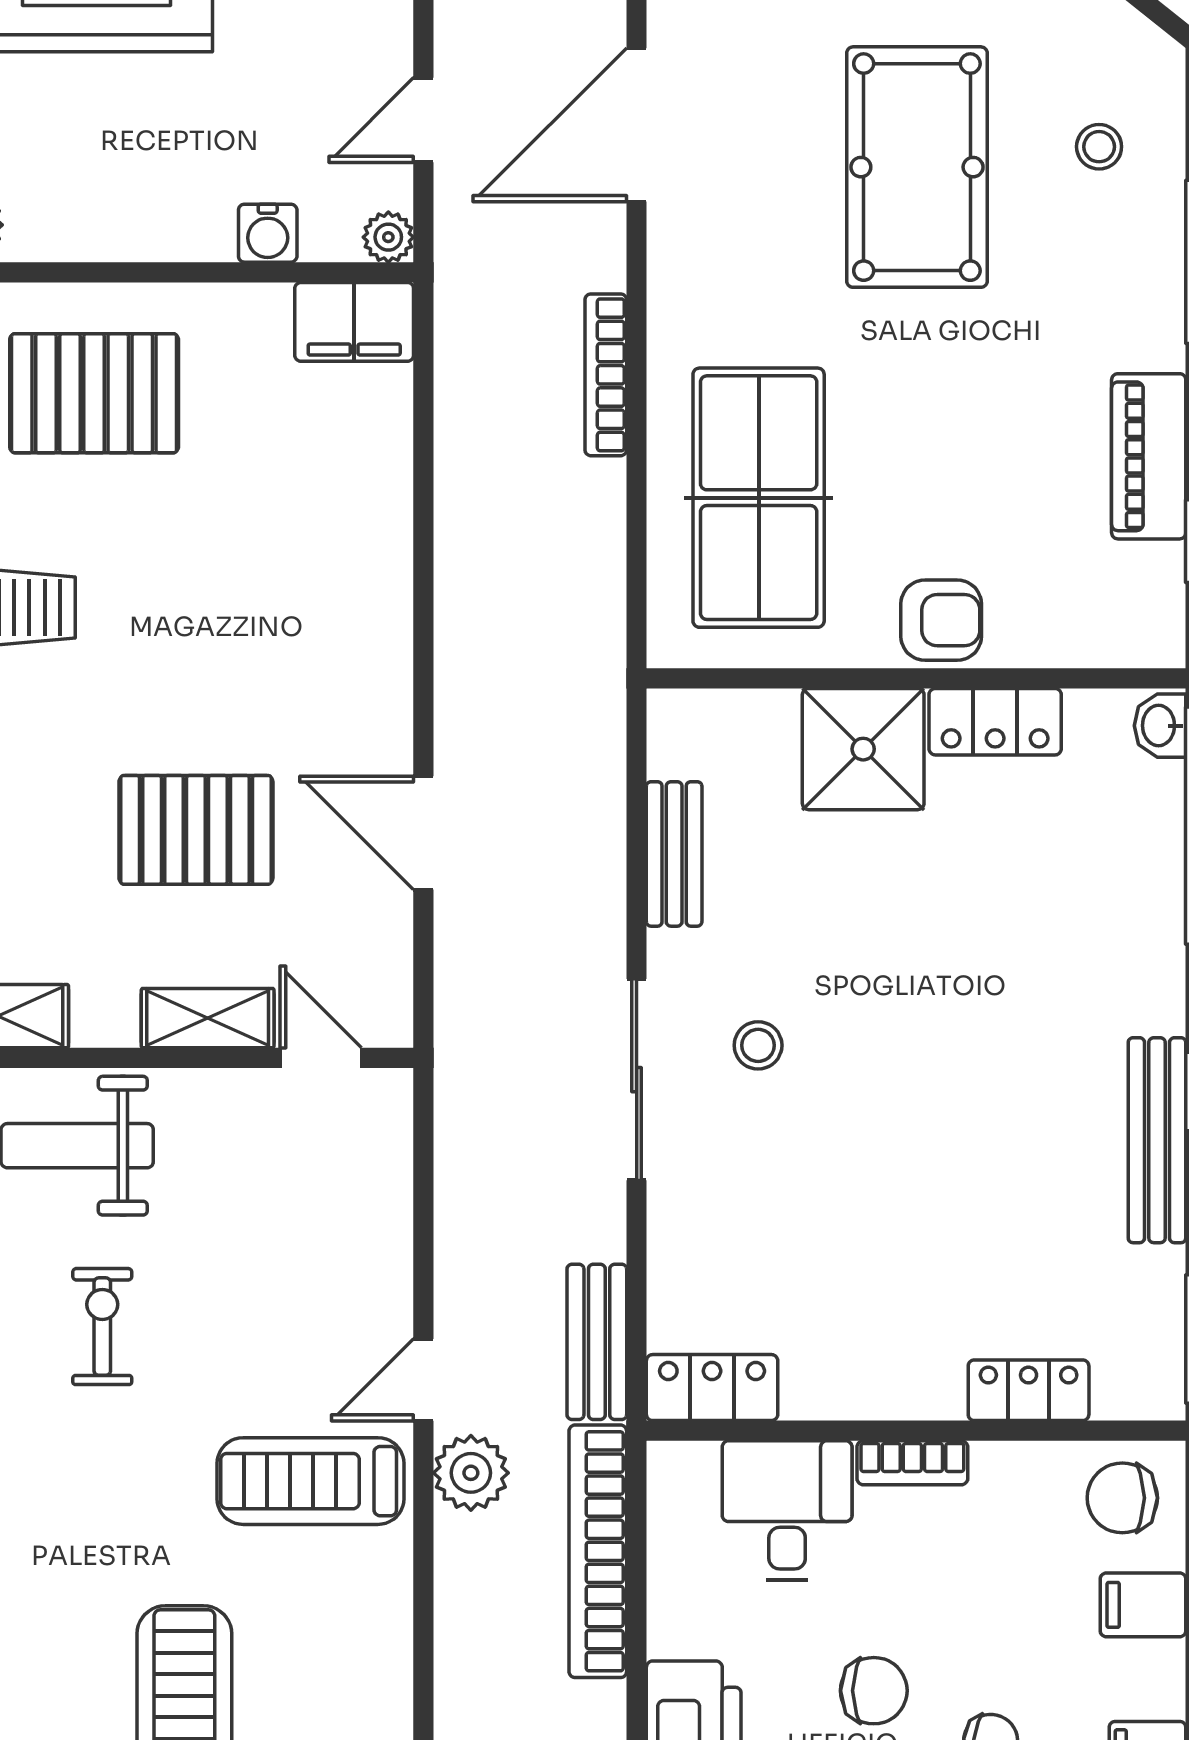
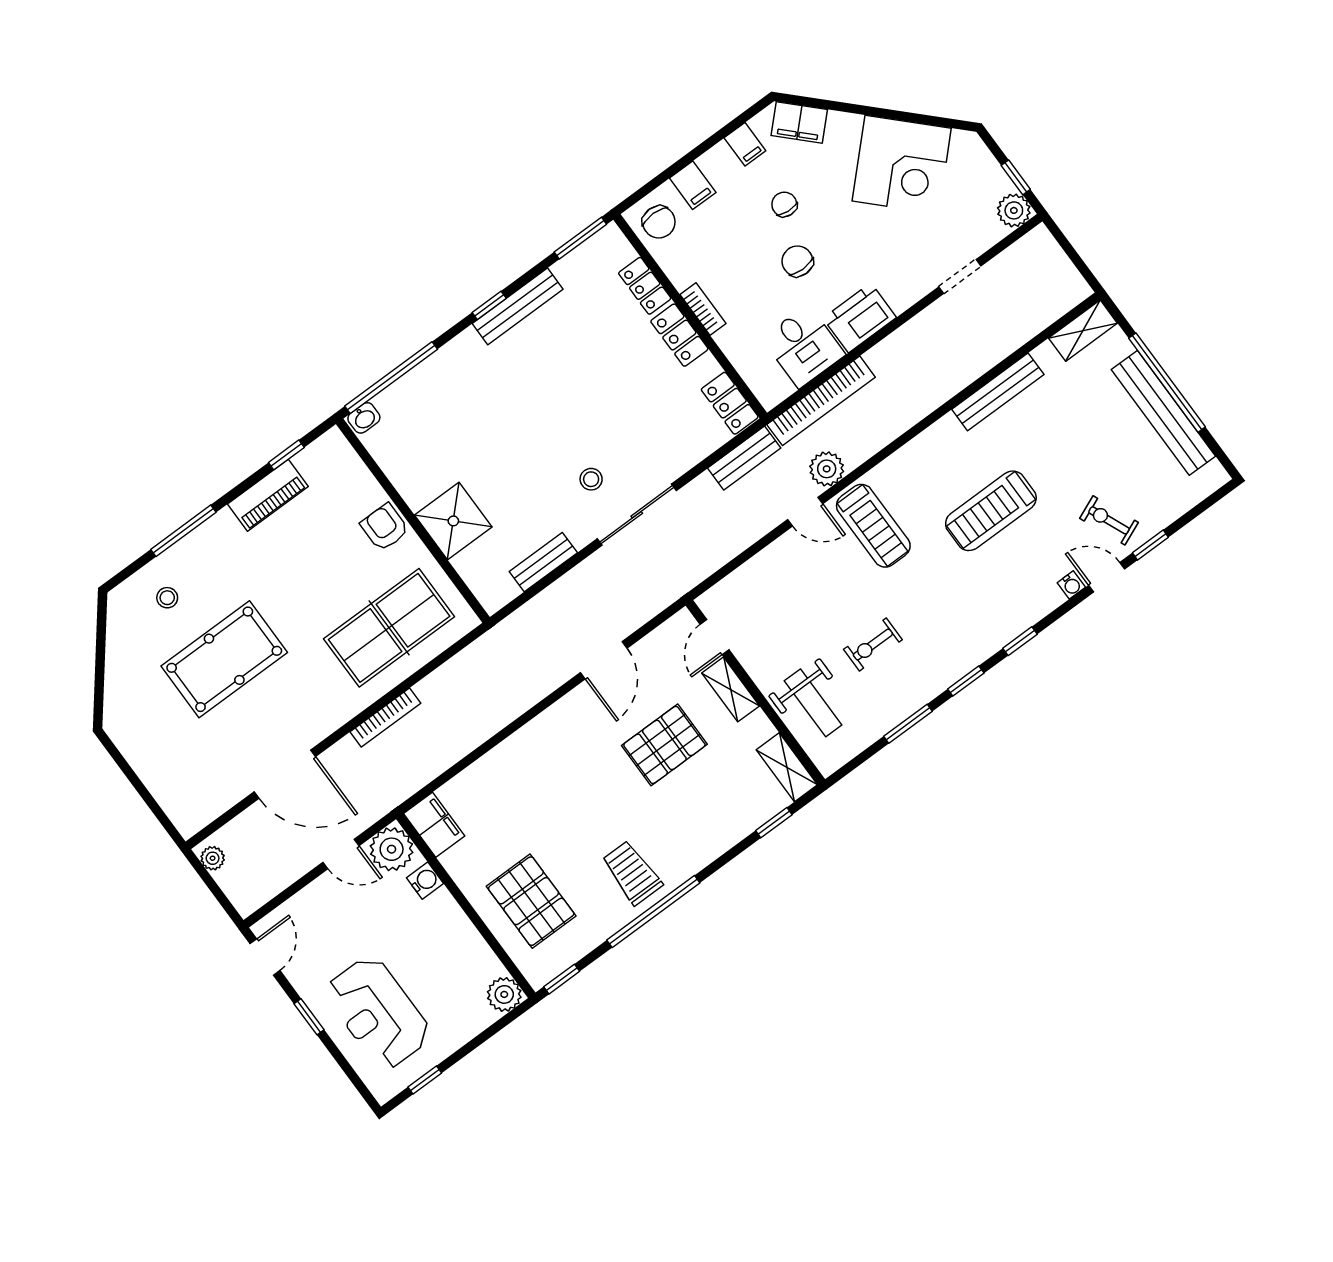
plant: (388, 237) -> (392, 849), width x1.87, depth x1.87
locker: (995, 722) -> (679, 335), moved, turned 180
pallet: (196, 830) -> (664, 745), turned 90
desk: (787, 1510) -> (803, 346), moved, turned -90

